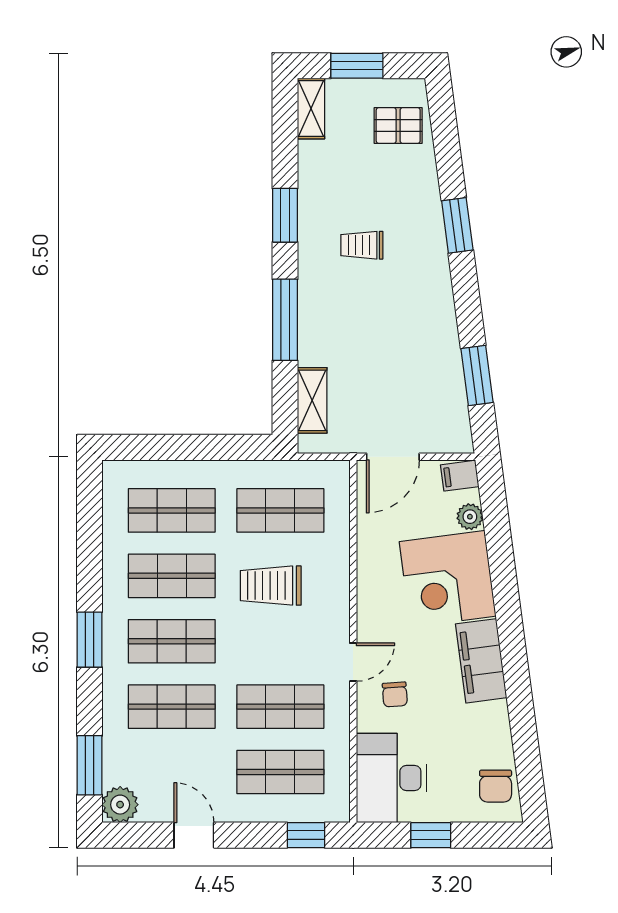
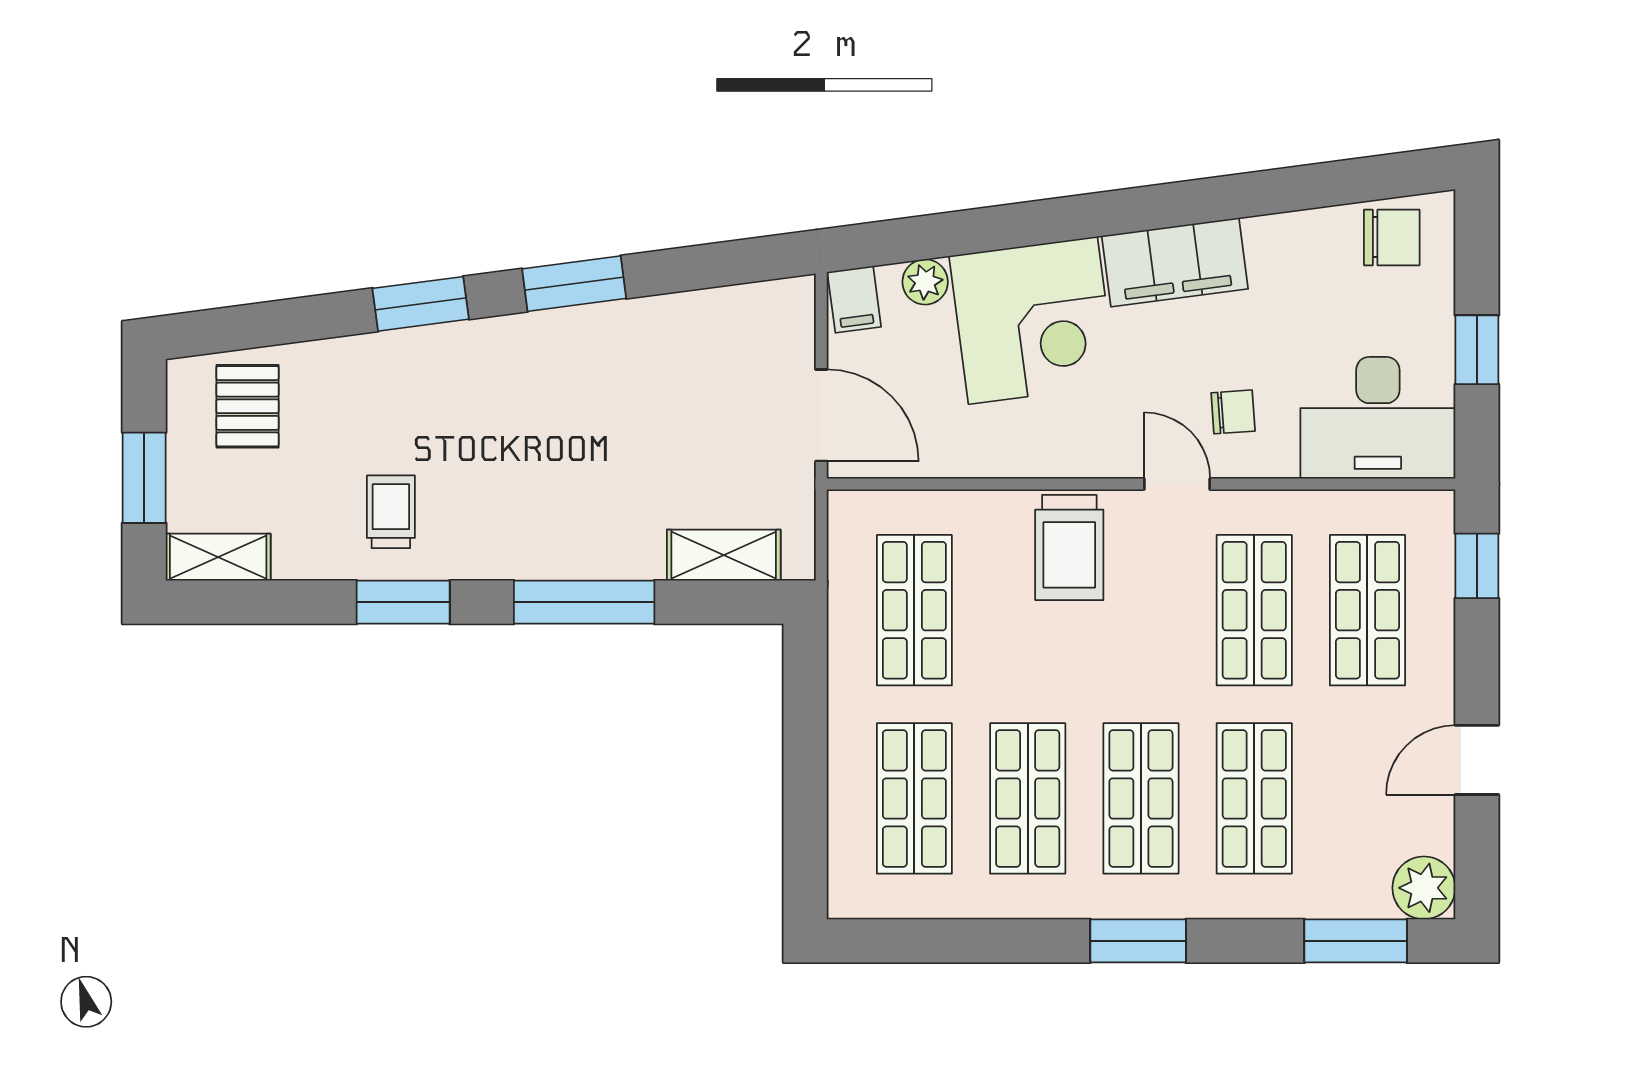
trolley: (362, 245) -> (391, 512), moved, turned 180
window: (477, 375) -> (574, 284), moved
trolley: (271, 586) -> (1069, 548), moved

